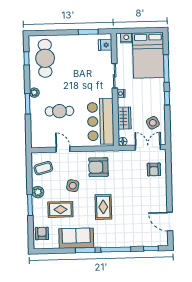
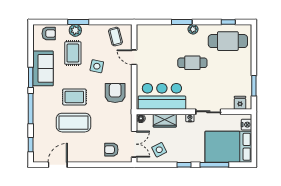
cafe table: (59, 111) -> (192, 63), moved, turned 90
door: (63, 149) -> (134, 57), swing flipped
plant: (38, 192) -> (75, 30), moved
coffee table: (128, 207) -> (74, 123), added

